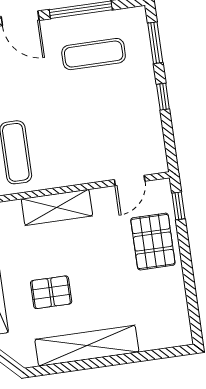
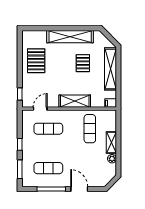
exercise mat: (106, 140) -> (48, 129), added
pallet: (153, 242) -> (36, 61), moved
pallet: (51, 292) -> (83, 63), turned 90

